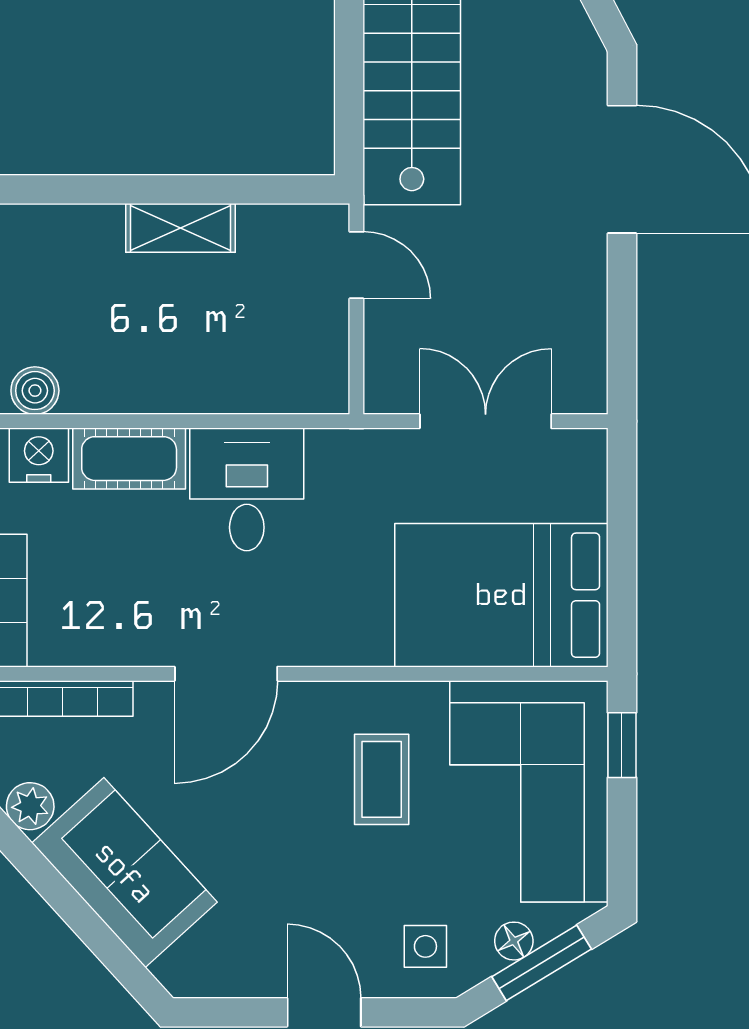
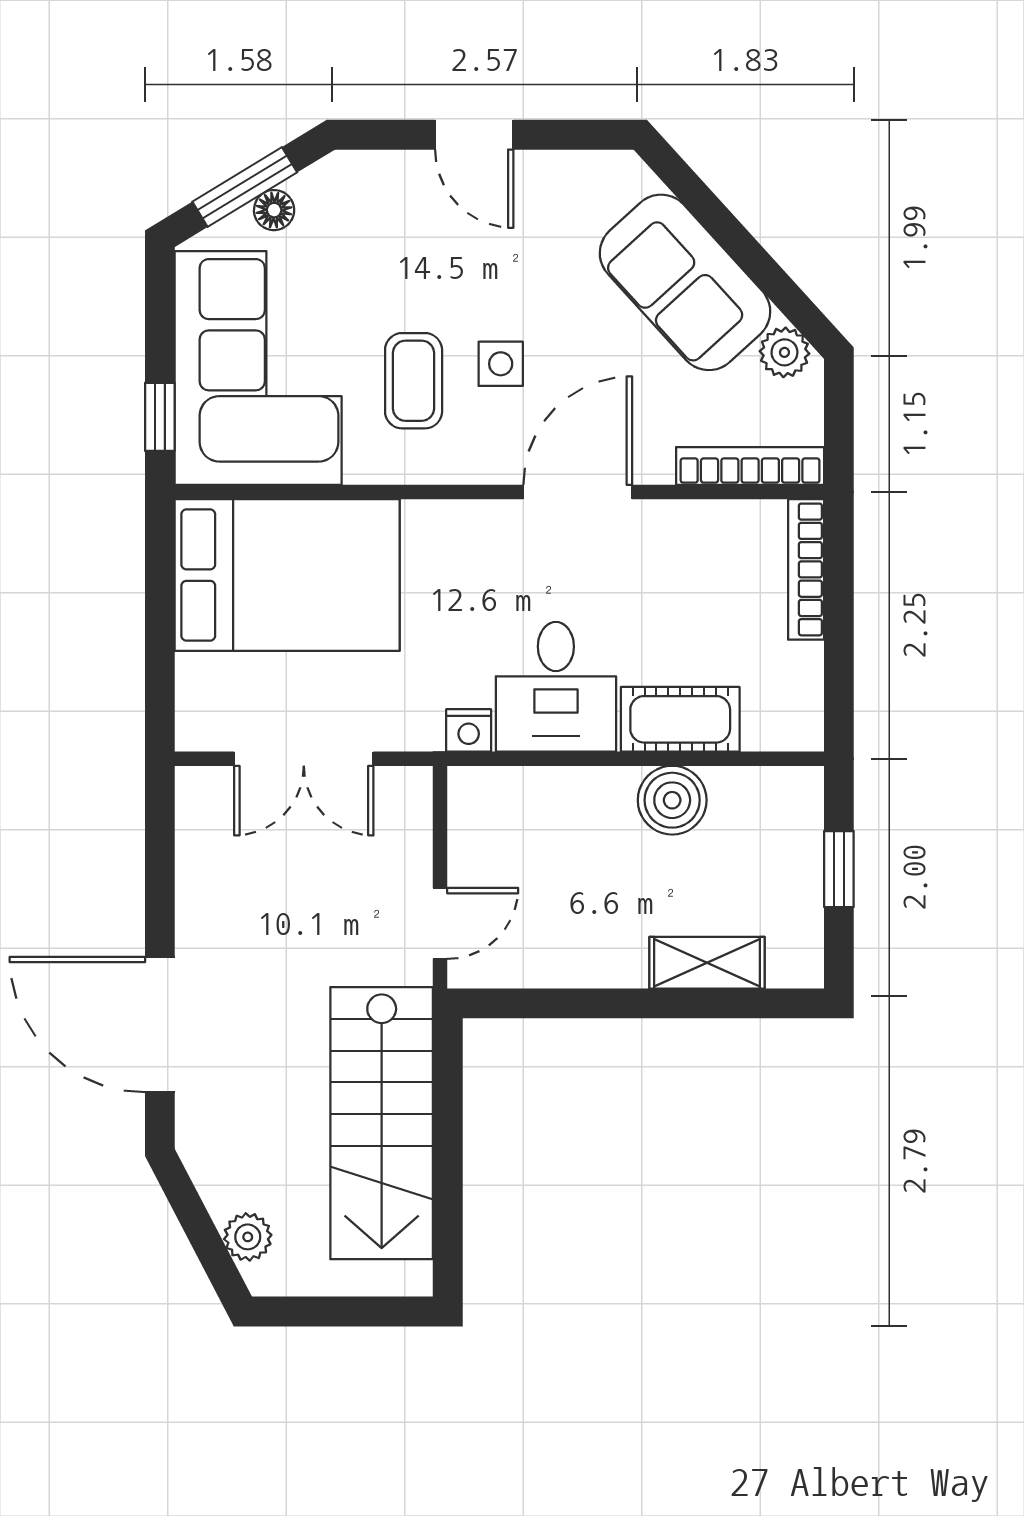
shelving: (180, 228) -> (707, 963), moved
door: (356, 265) -> (440, 923), swing flipped
boiler: (35, 391) -> (672, 800), moved, width x1.36, depth x1.36
nightstand: (39, 455) -> (469, 730), moved, width x0.72, depth x0.74
side table: (425, 946) -> (501, 364), moved

